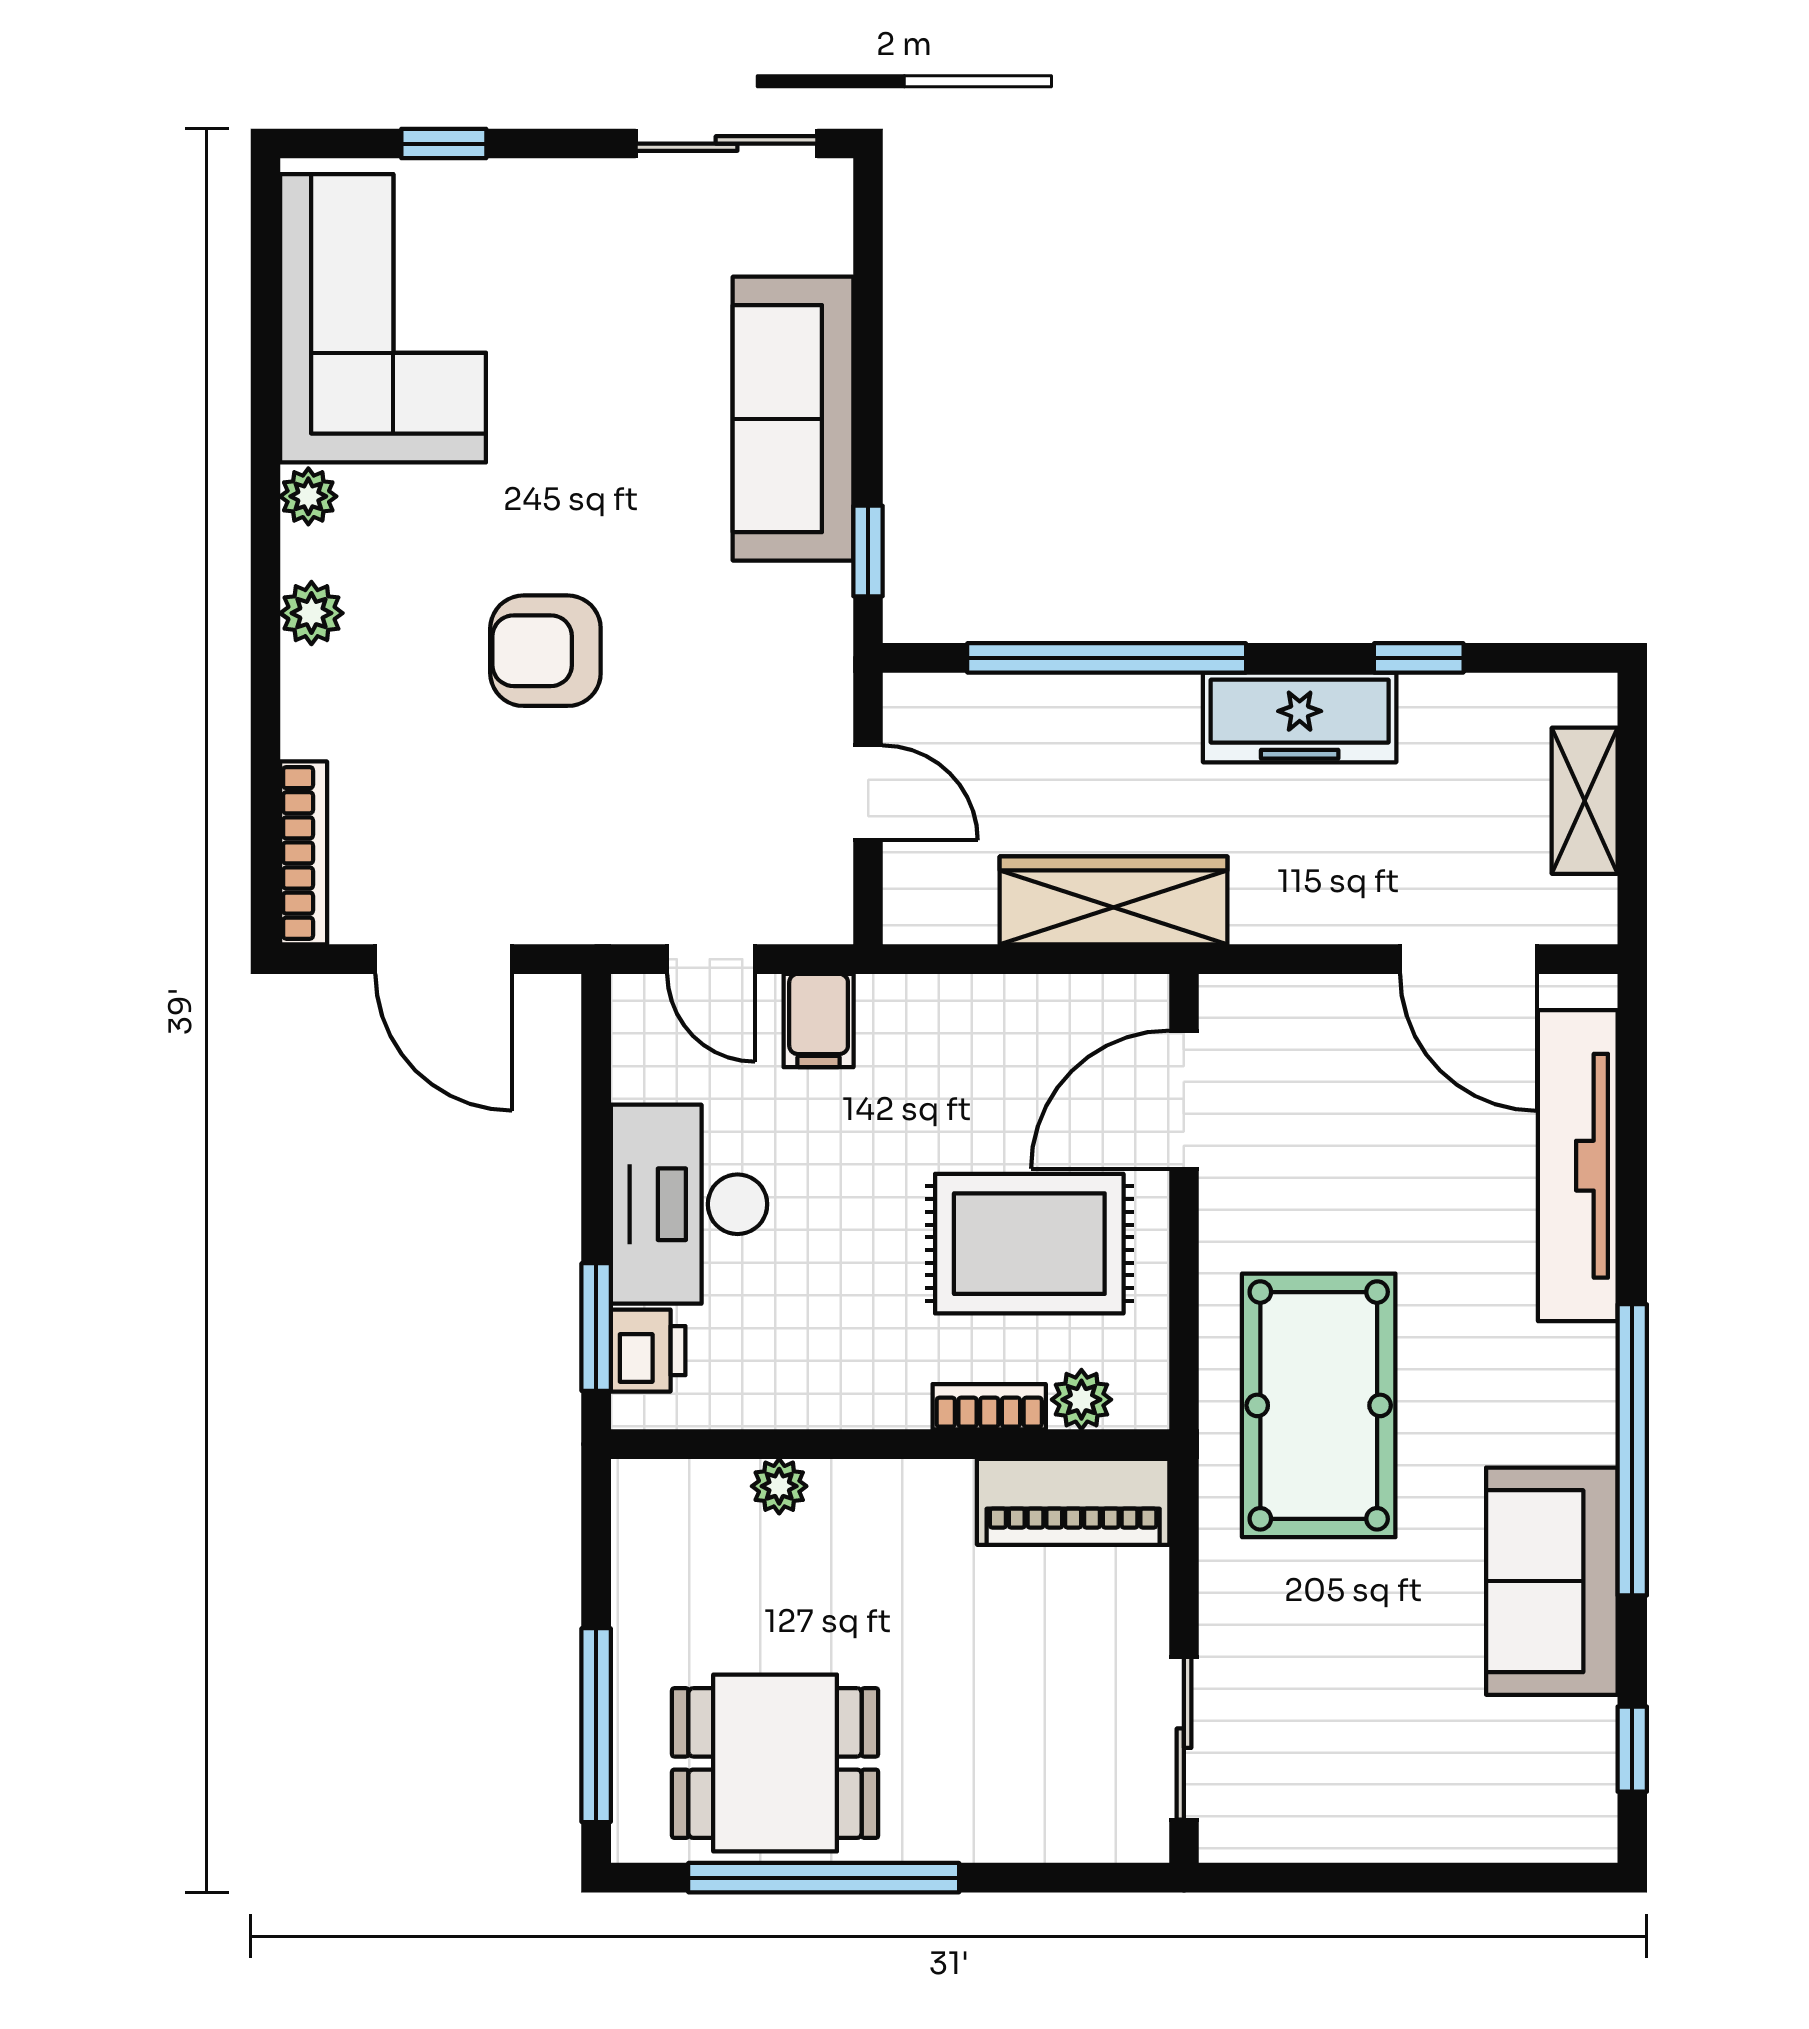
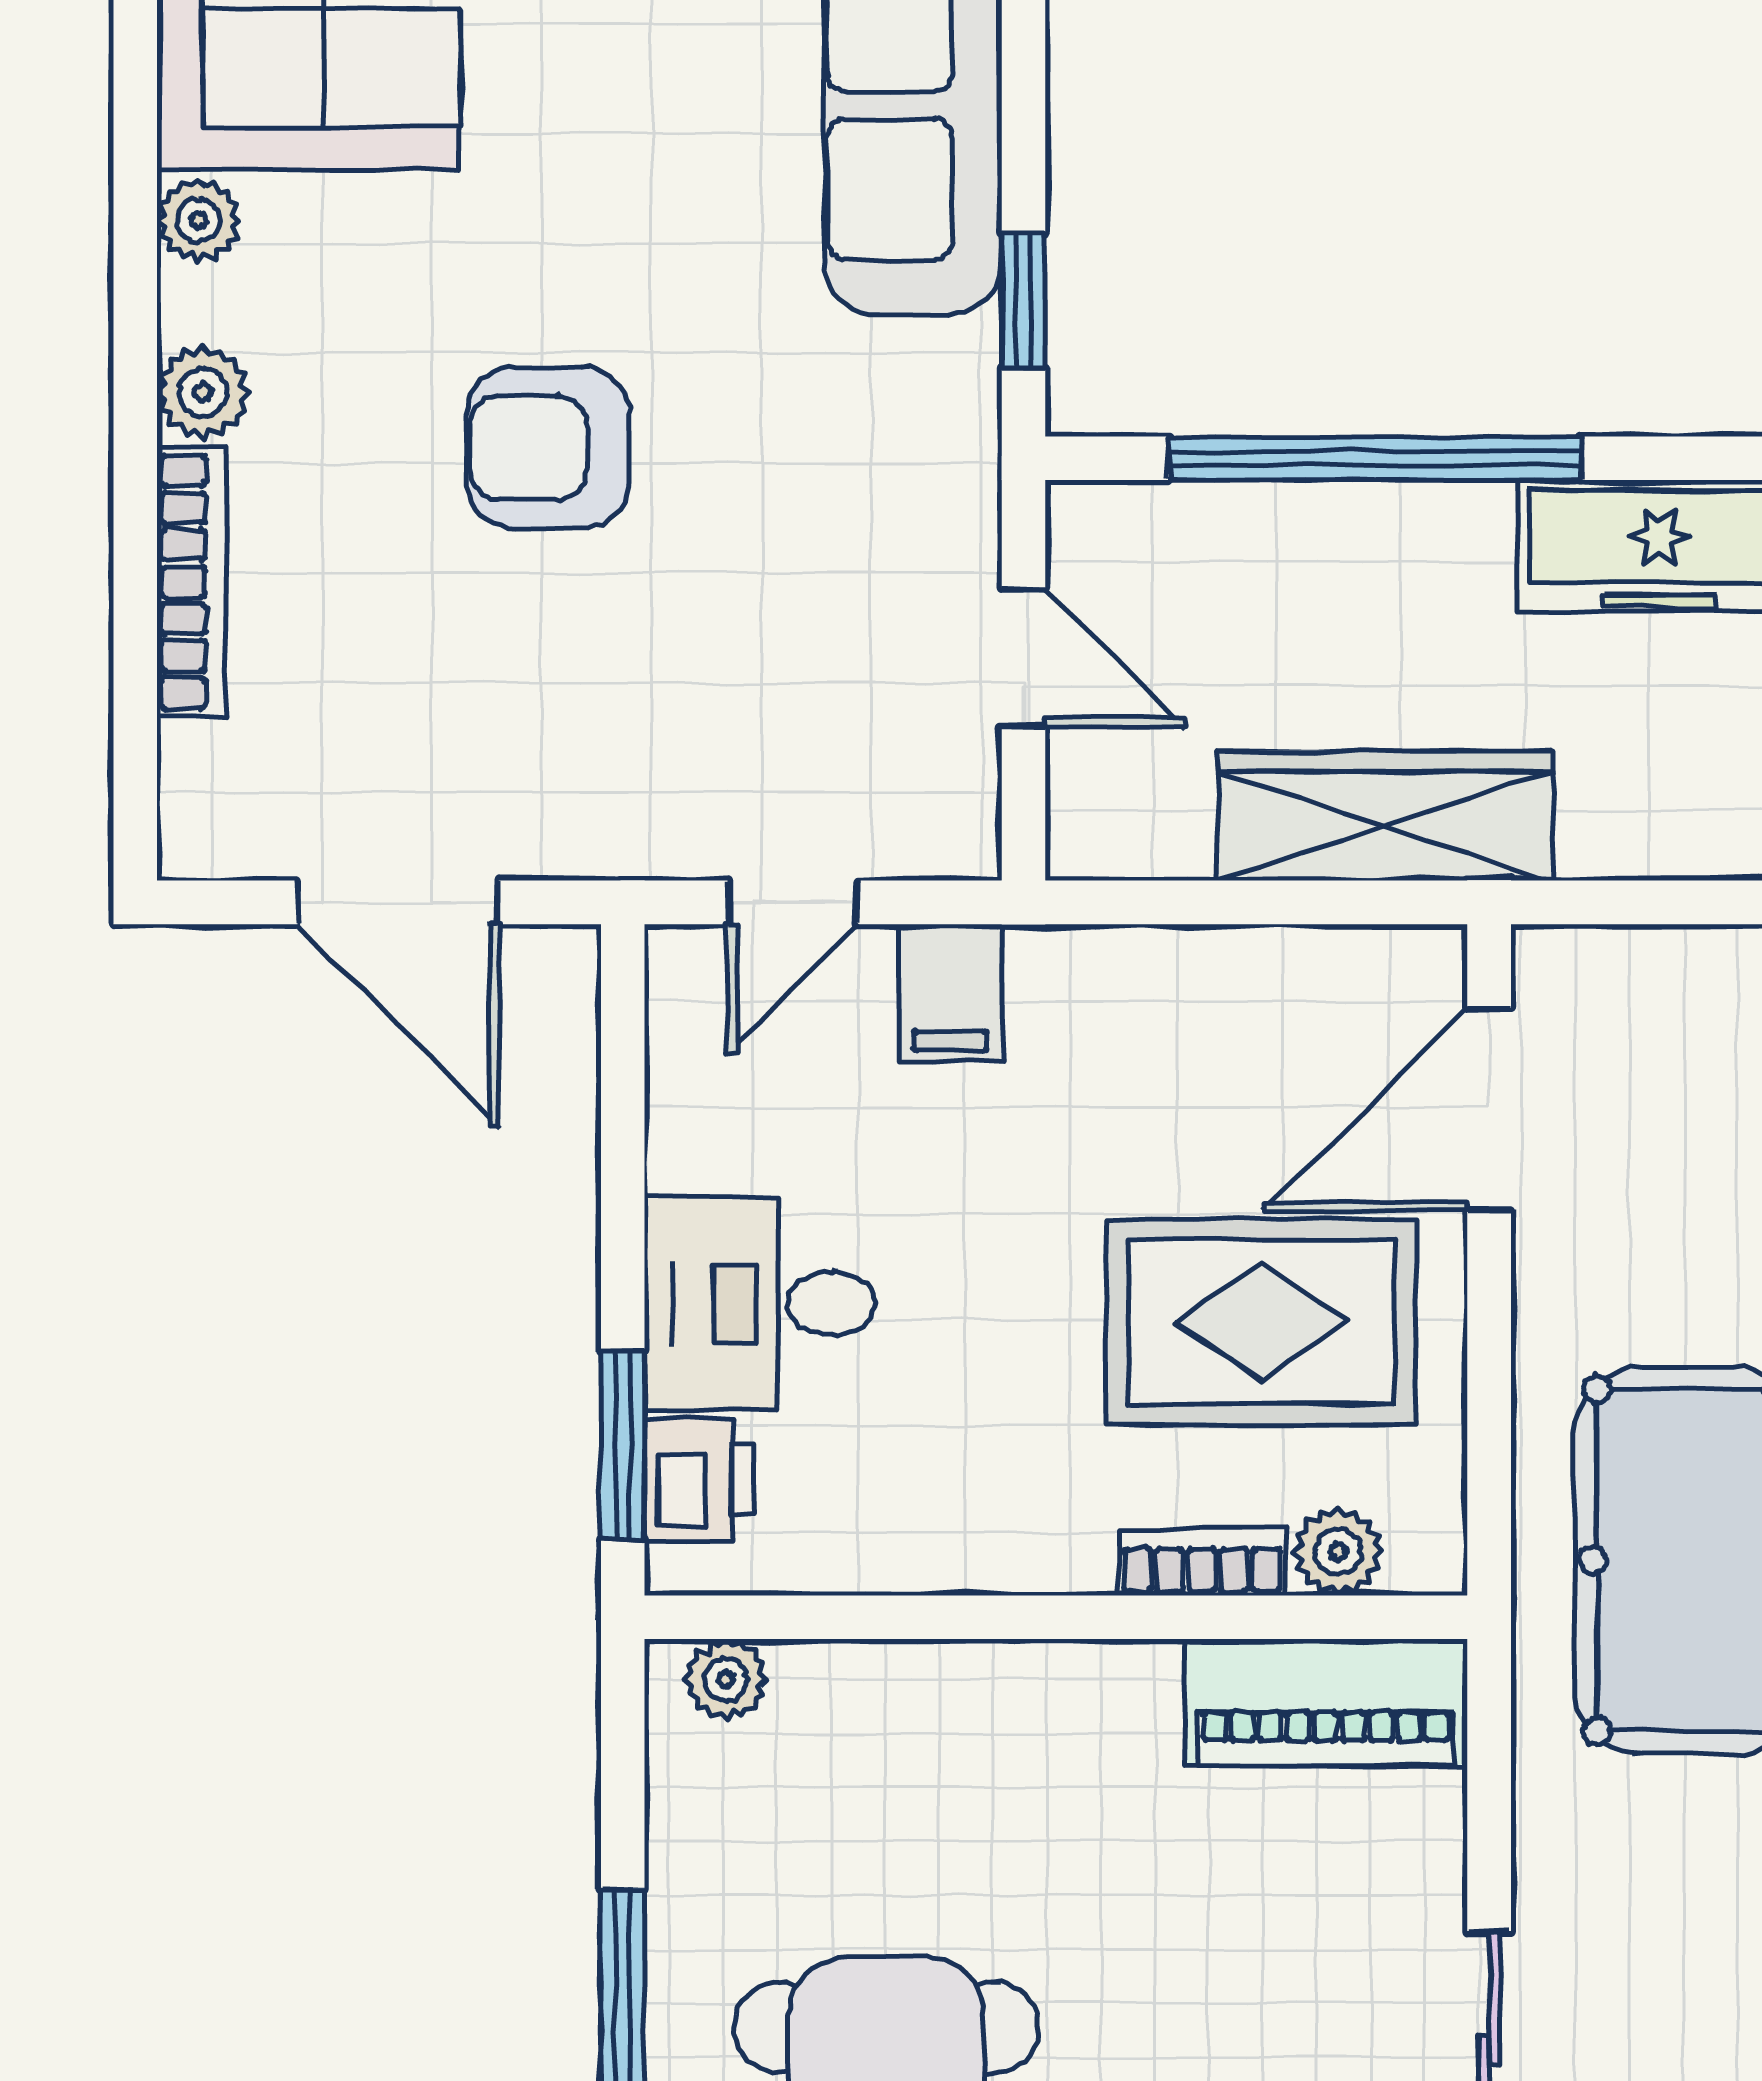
bookcase: (304, 853) -> (191, 582), moved
door: (711, 959) -> (792, 902), hinge flipped
desk: (689, 1204) -> (760, 1304), width x0.73
plant: (779, 1486) -> (726, 1679), moved

